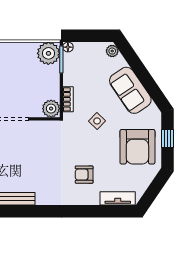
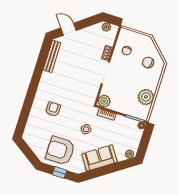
plant: (48, 53) -> (146, 97), moved
tv unit: (118, 198) -> (30, 127), removed

